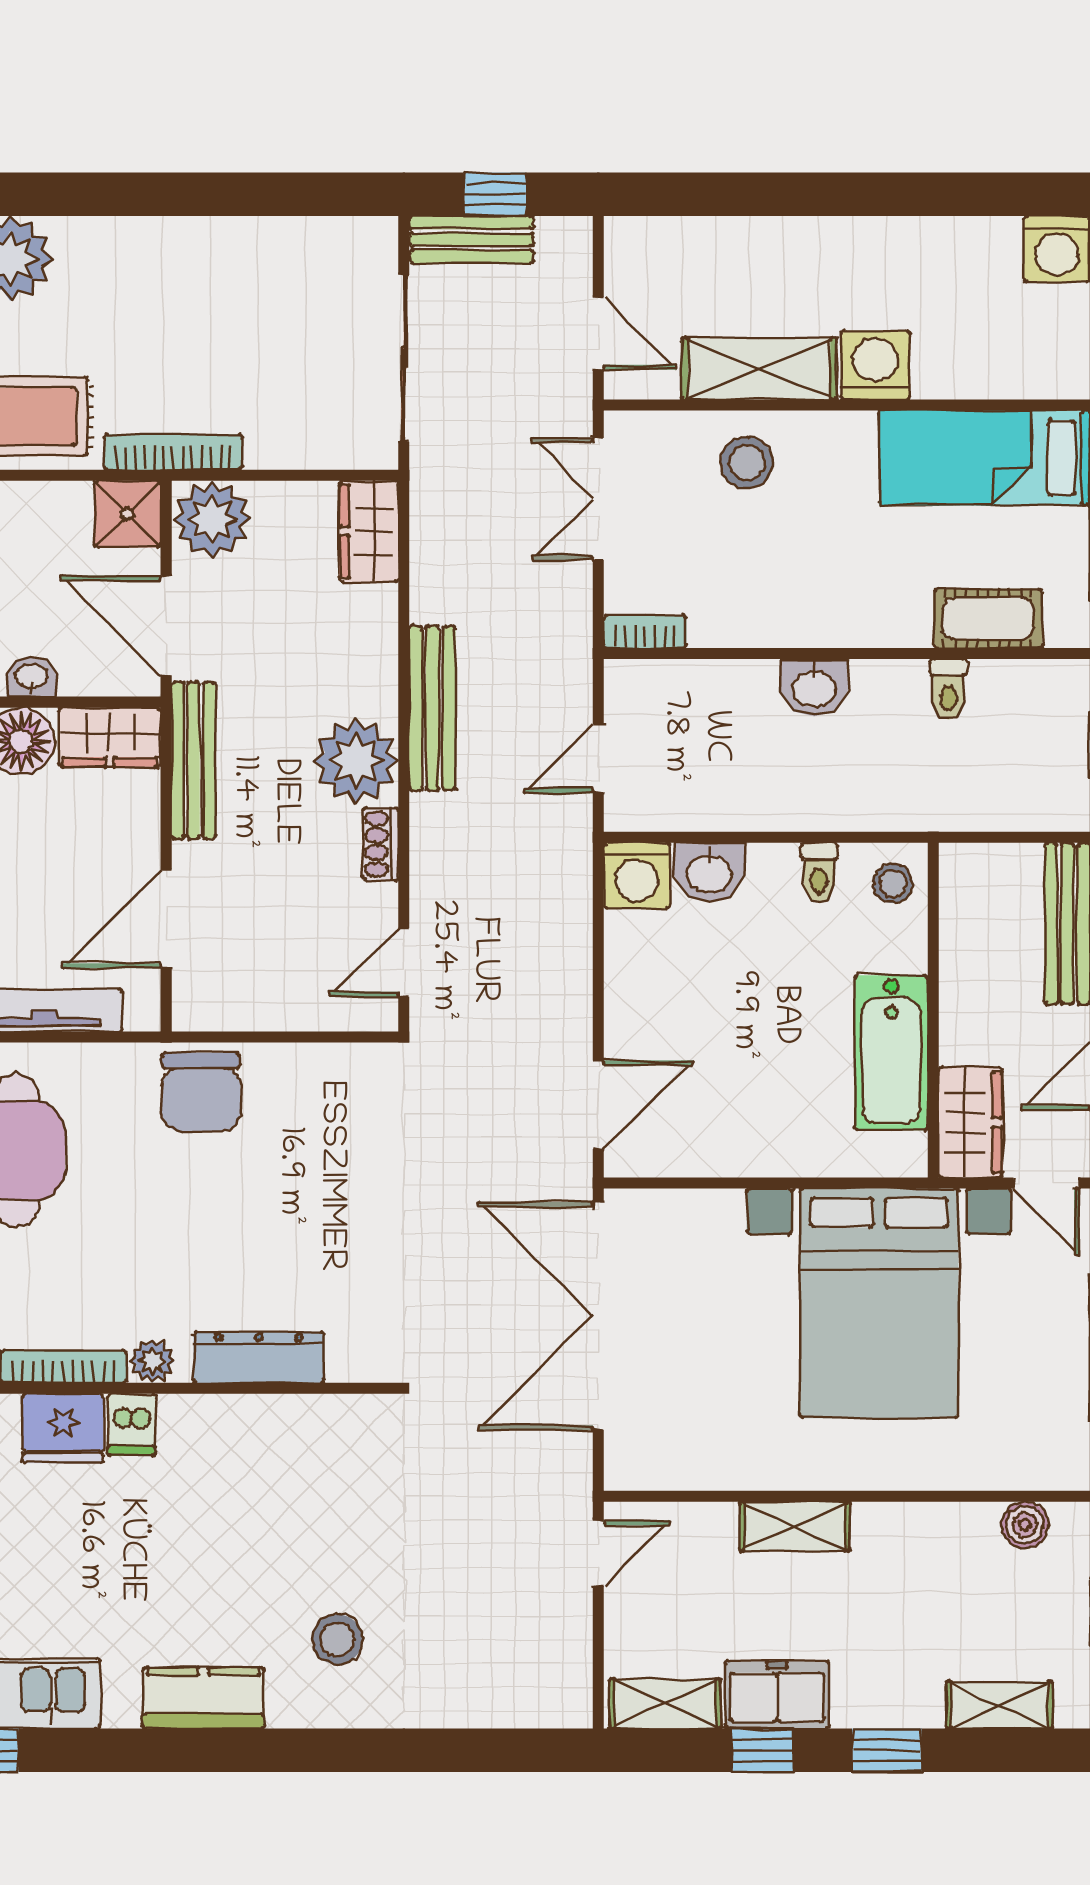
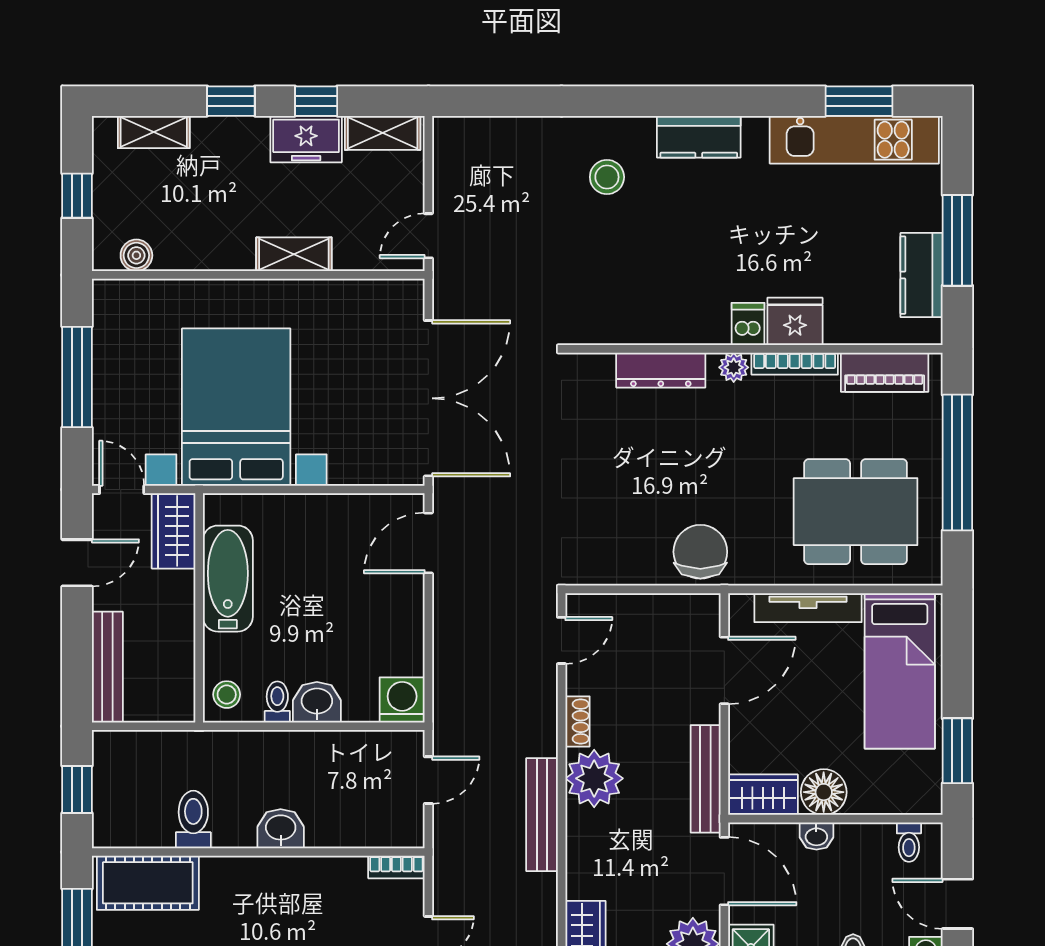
cot: (988, 619) -> (148, 883), width x1.37, depth x1.34
toilet: (949, 689) -> (193, 820), width x1.37, depth x1.39
washbasin: (709, 872) -> (317, 702), moved

